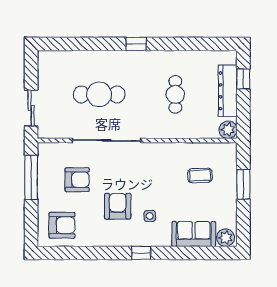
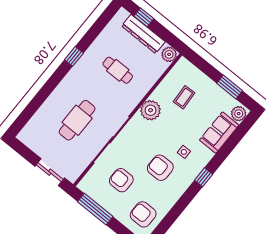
window: (136, 44) -> (74, 56), moved
plant: (163, 154) -> (151, 110), added
armchair: (77, 180) -> (121, 180), turned -90
window: (243, 184) -> (230, 87), moved
armchair: (62, 225) -> (143, 214), turned -90

